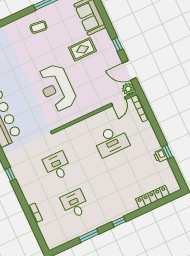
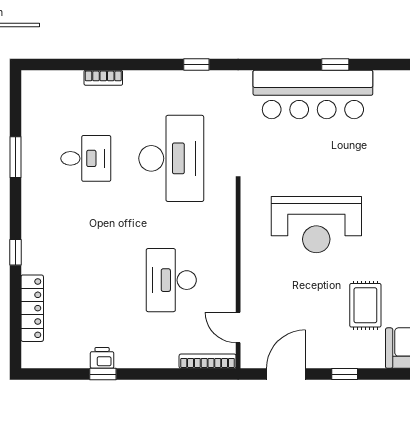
reception desk: (57, 88) -> (316, 225), turned 180
plant: (128, 89) -> (253, 356), removed
desk: (57, 166) -> (171, 158), width x1.87, depth x1.30
window: (119, 222) -> (16, 252), moved

